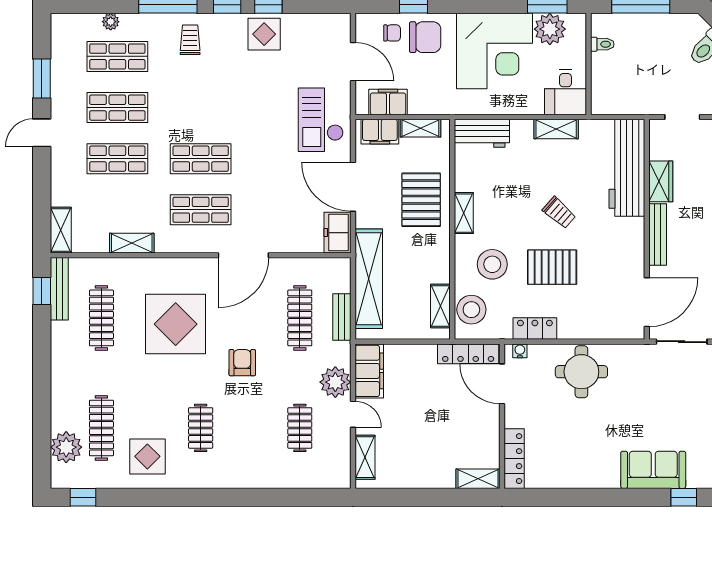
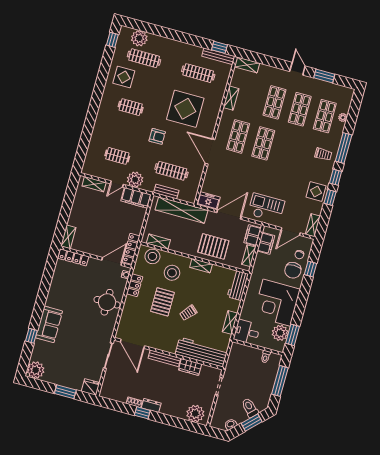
shelving: (330, 23) -> (313, 225), added

